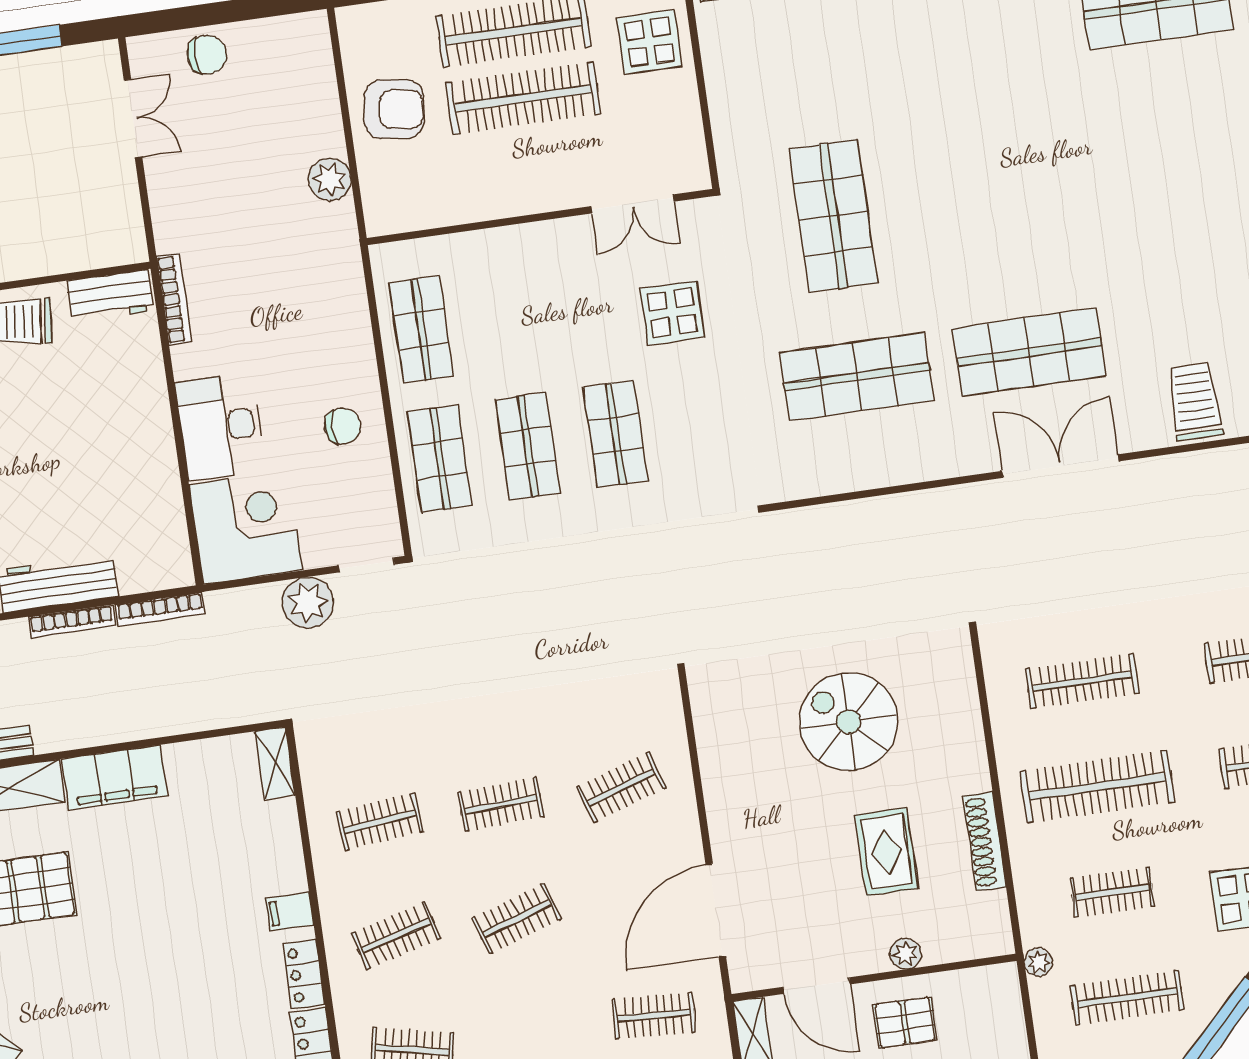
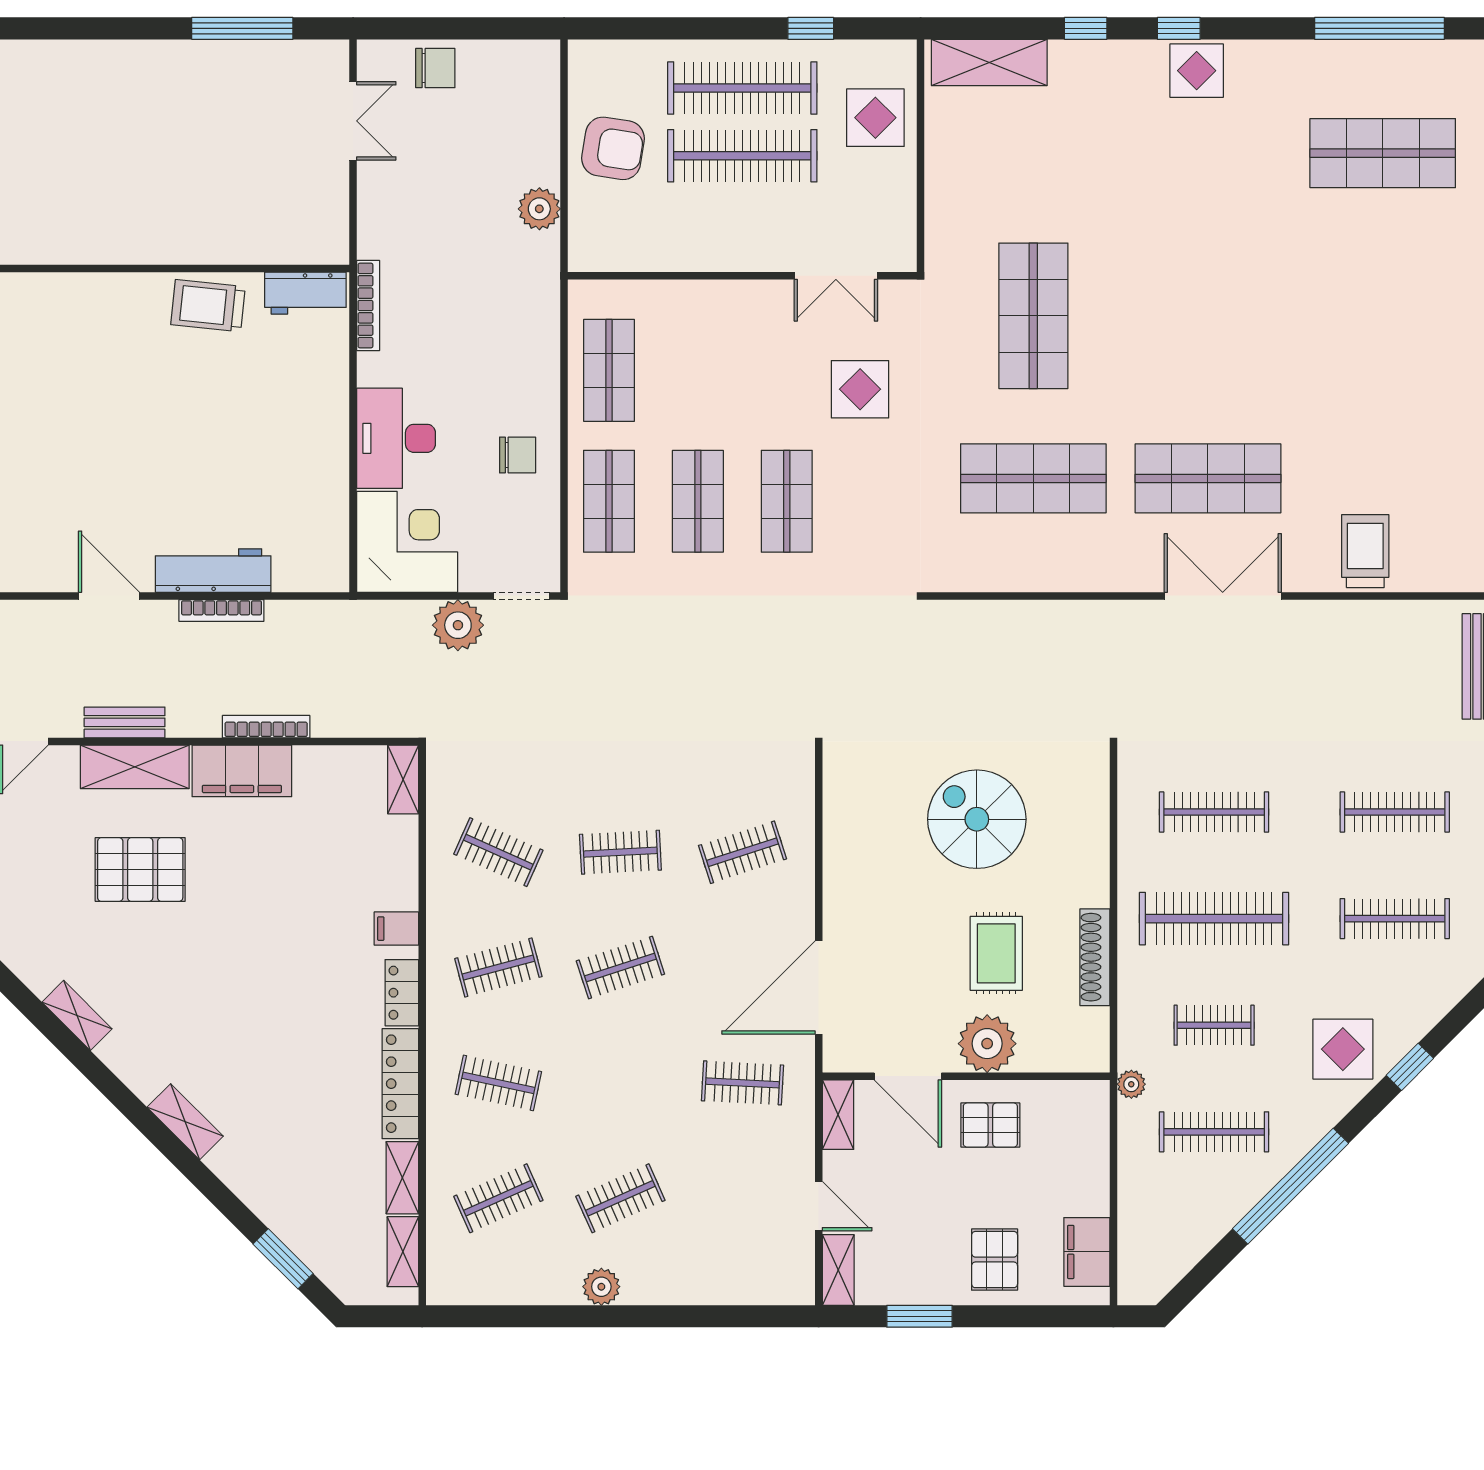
bookcase: (160, 609) -> (266, 727), moved, turned 180
clothes rail: (380, 822) -> (498, 852), turned 30
plant: (906, 954) -> (987, 1044), width x1.88, depth x1.88

